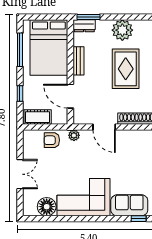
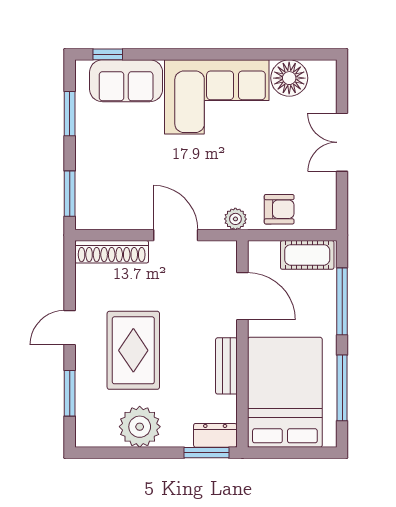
window: (20, 94) -> (342, 301), width x2.17

